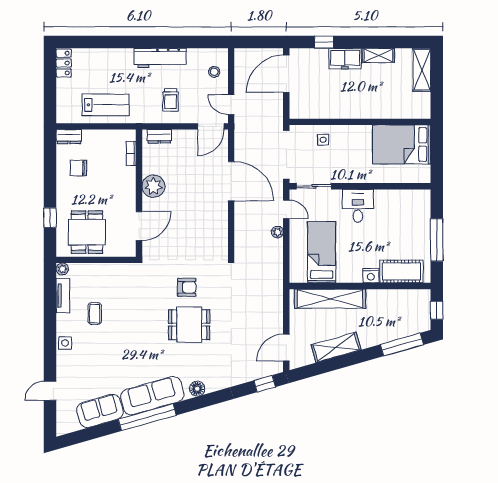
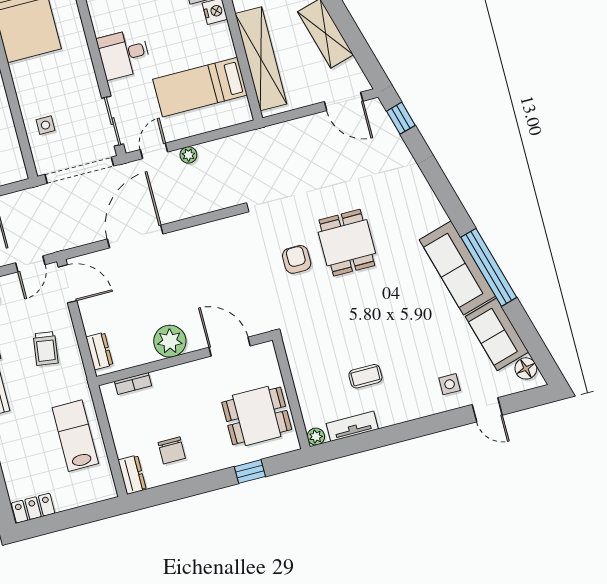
trolley: (171, 100) -> (46, 348), turned 98
side table: (65, 343) -> (450, 384), moved
floor lamp: (197, 389) -> (526, 368), moved

